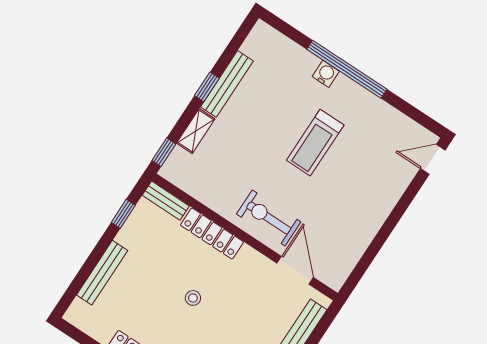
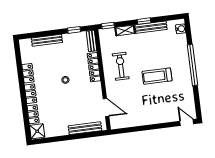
water cooler: (326, 74) -> (181, 29), moved
exercise bike: (269, 218) -> (121, 66), moved
door: (295, 270) -> (106, 108), hinge flipped

